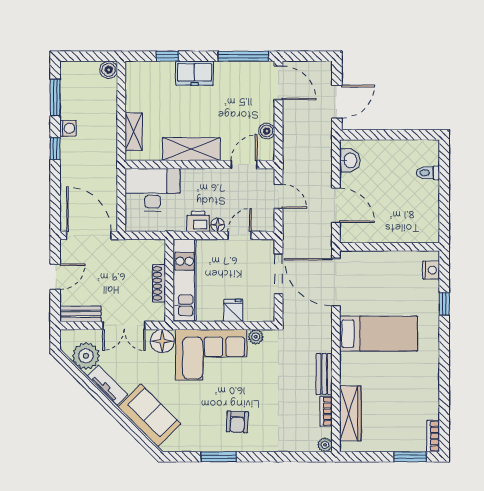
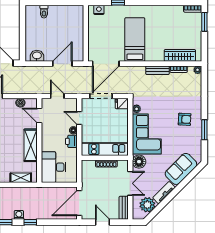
door: (278, 196) -> (57, 96), hinge flipped
fridge: (233, 310) -> (122, 104), moved

